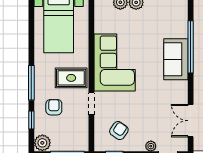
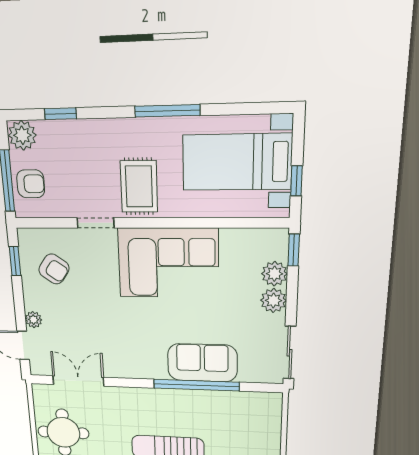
sofa: (176, 59) -> (202, 363), moved
window: (31, 83) -> (167, 111), moved
armchair: (54, 107) -> (31, 184), moved

